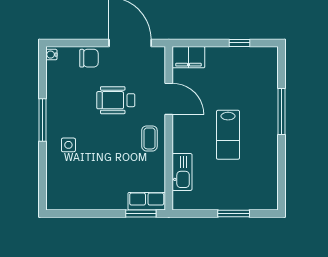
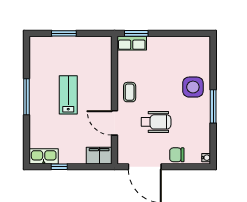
window: (281, 111) -> (26, 97), moved
side table: (68, 145) -> (193, 87), width x1.87, depth x1.87
kitchen sink: (182, 172) -> (44, 156), moved, turned 90

